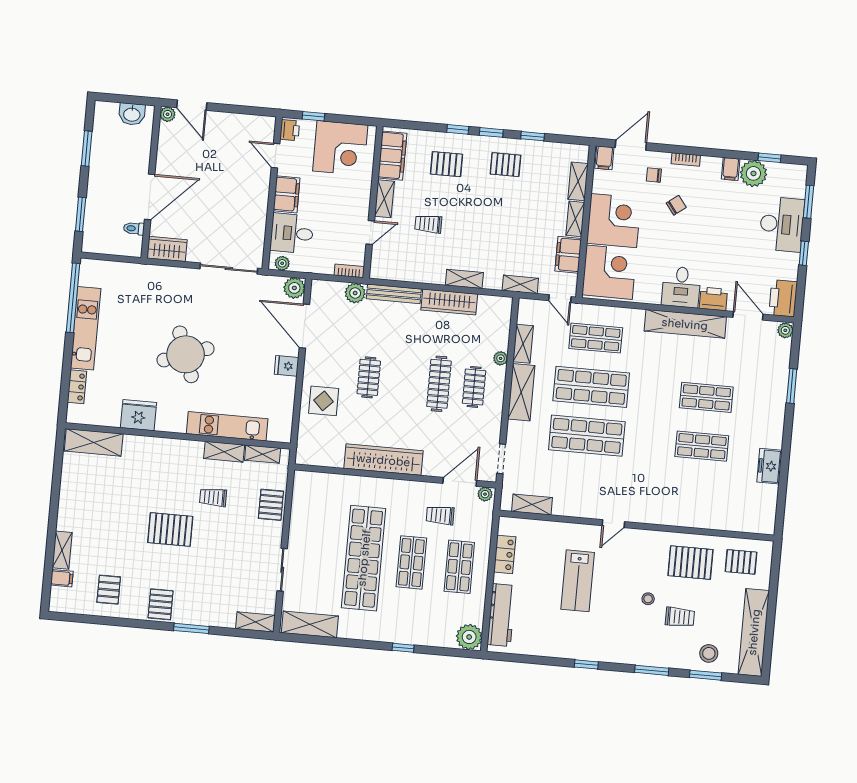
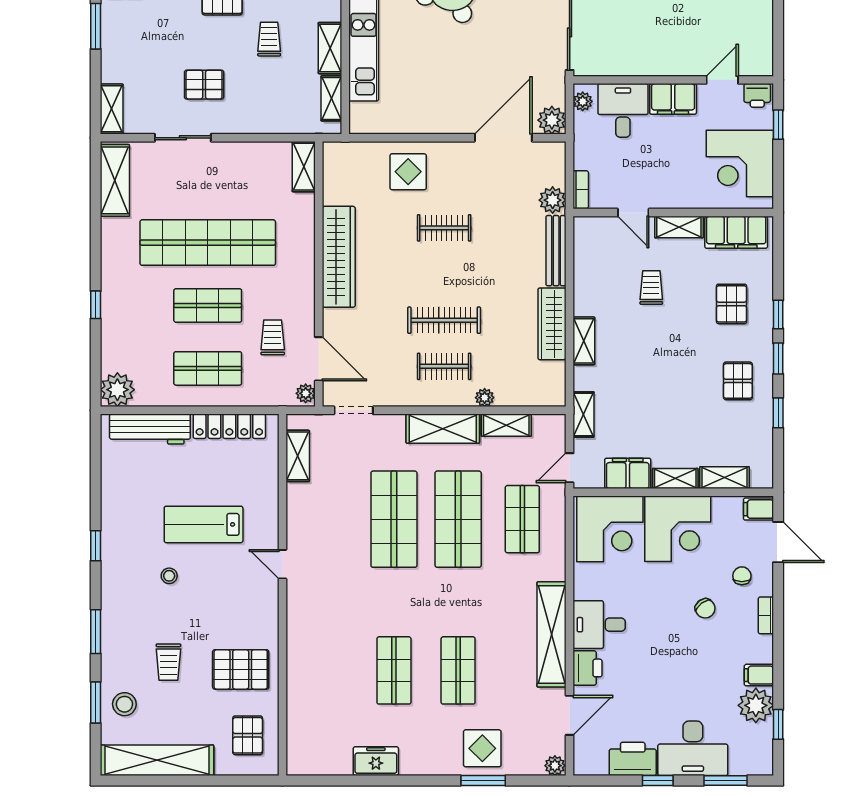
printer: (783, 298) -> (633, 759), moved
fridge: (286, 366) -> (449, 119), removed
display table: (767, 384) -> (482, 748), added
shelving: (313, 480) -> (304, 167), added
pallet: (271, 505) -> (204, 85), moved
locker: (505, 554) -> (229, 426), width x1.53
pallet: (690, 563) -> (241, 669), turned 90
stool: (648, 599) -> (169, 576), moved

